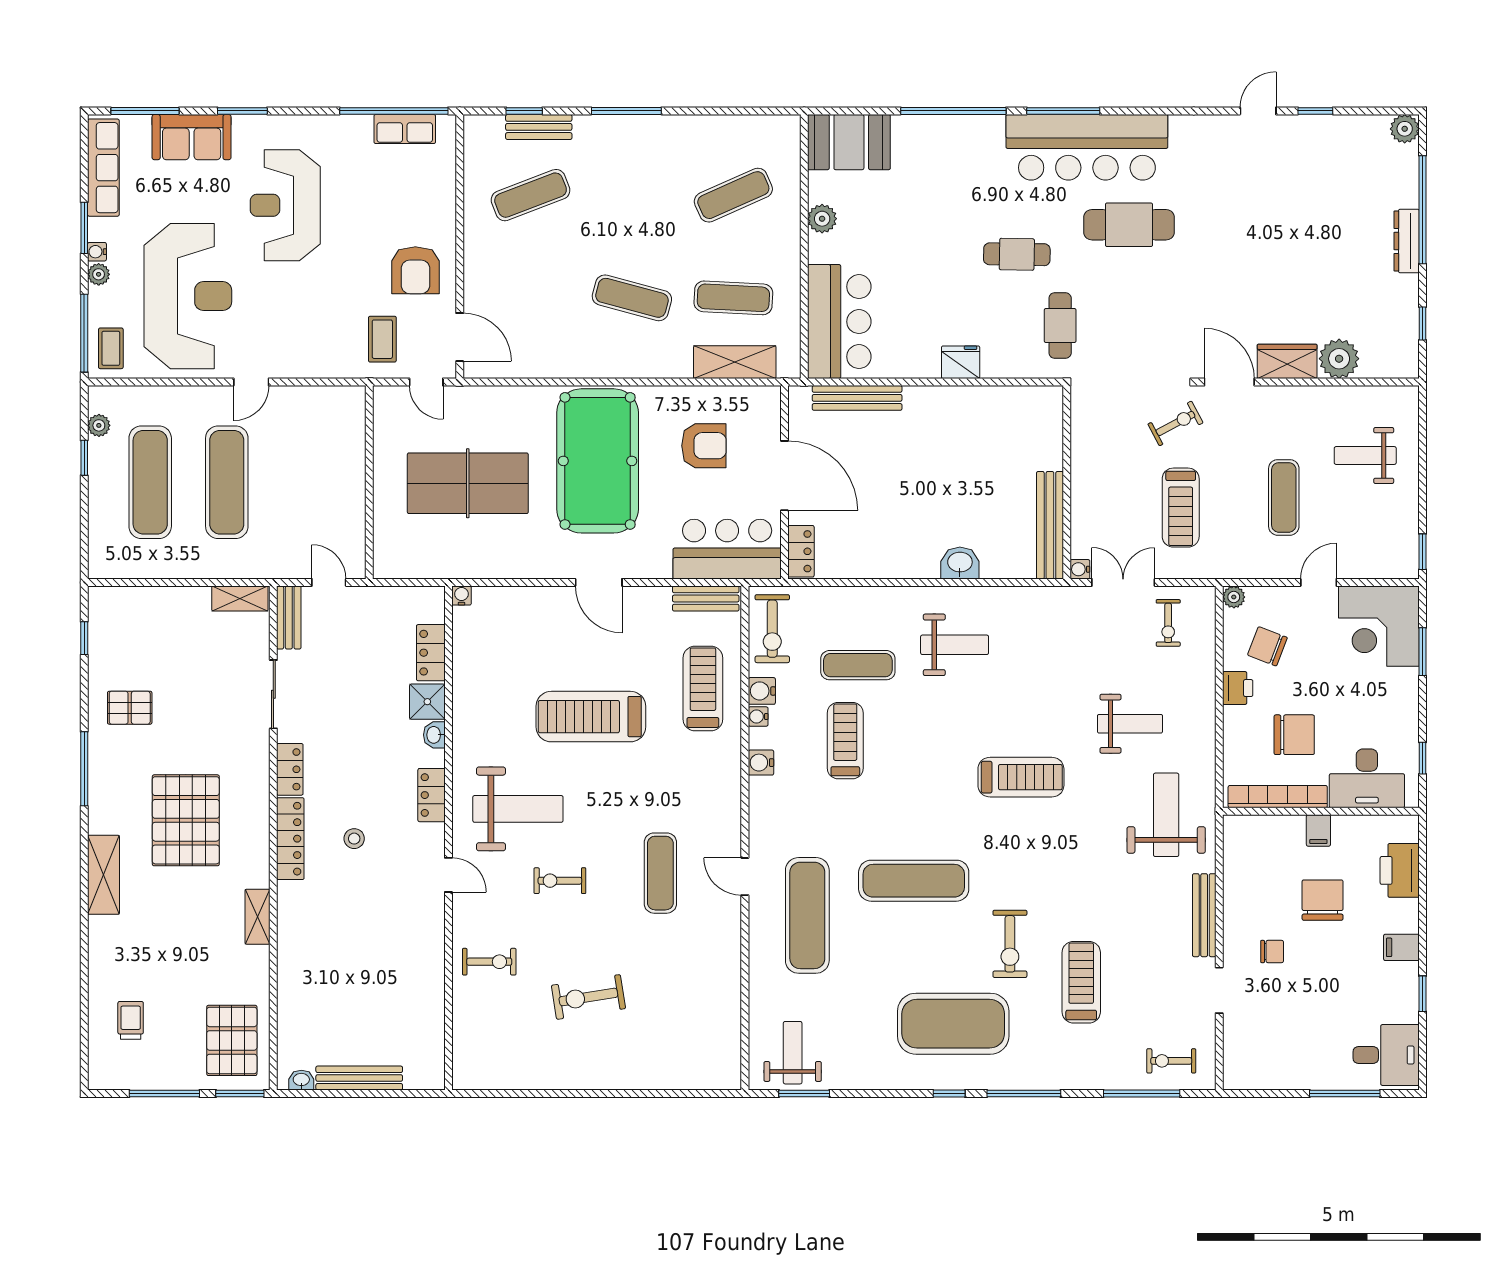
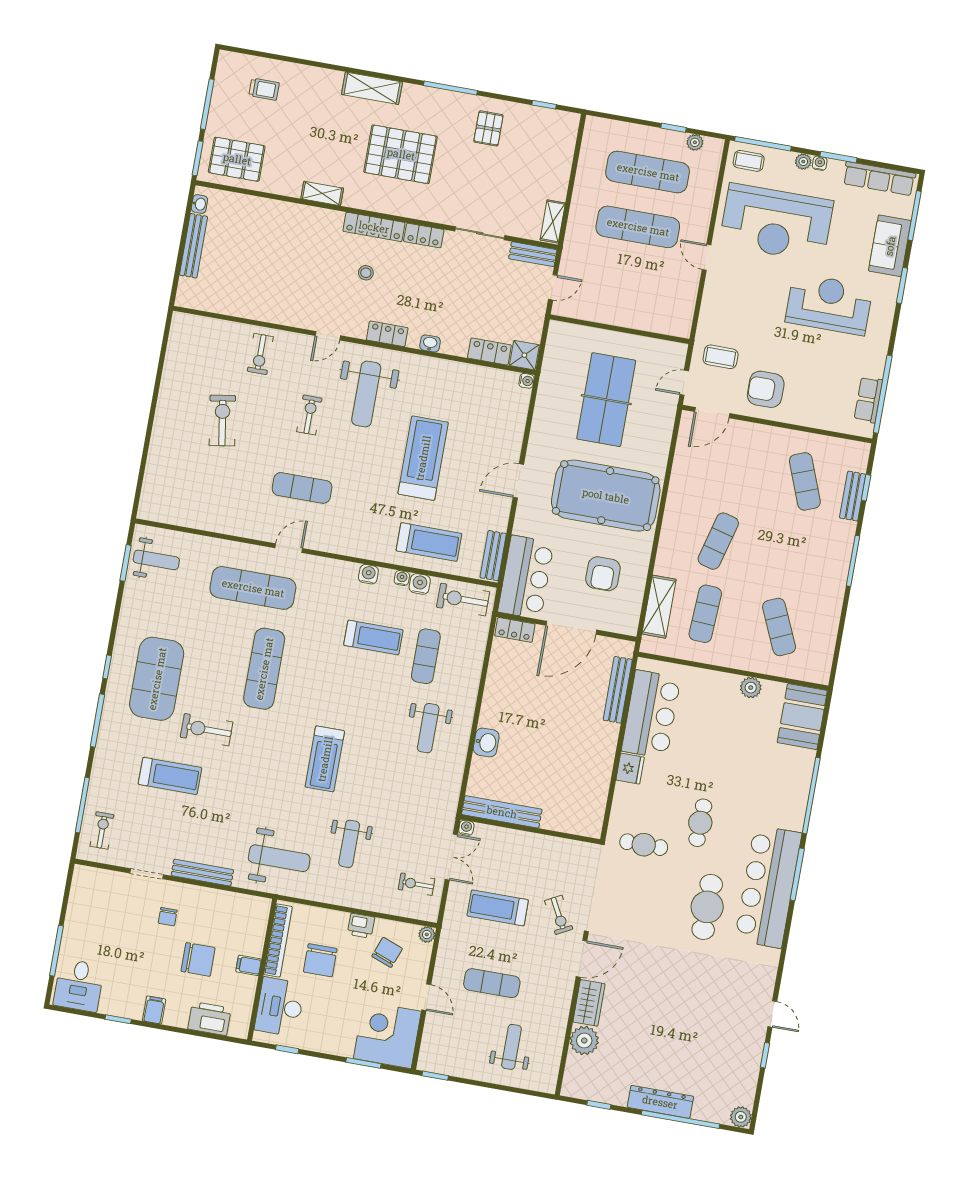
dresser: (1407, 241) -> (660, 1102), width x1.37, depth x1.24
bar counter: (839, 322) -> (651, 714), moved, turned -90
shower: (427, 702) -> (524, 355), moved

